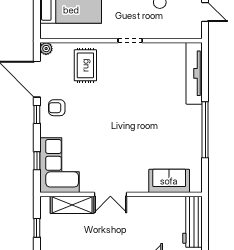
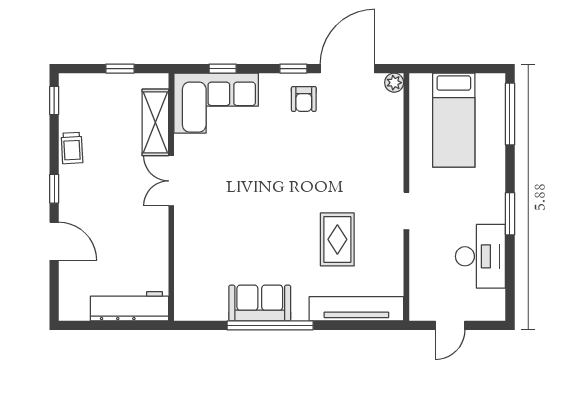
rug: (85, 65) -> (337, 239), moved, turned 90
armchair: (57, 108) -> (304, 99), turned 180
sofa: (169, 181) -> (260, 303), moved, turned -90

